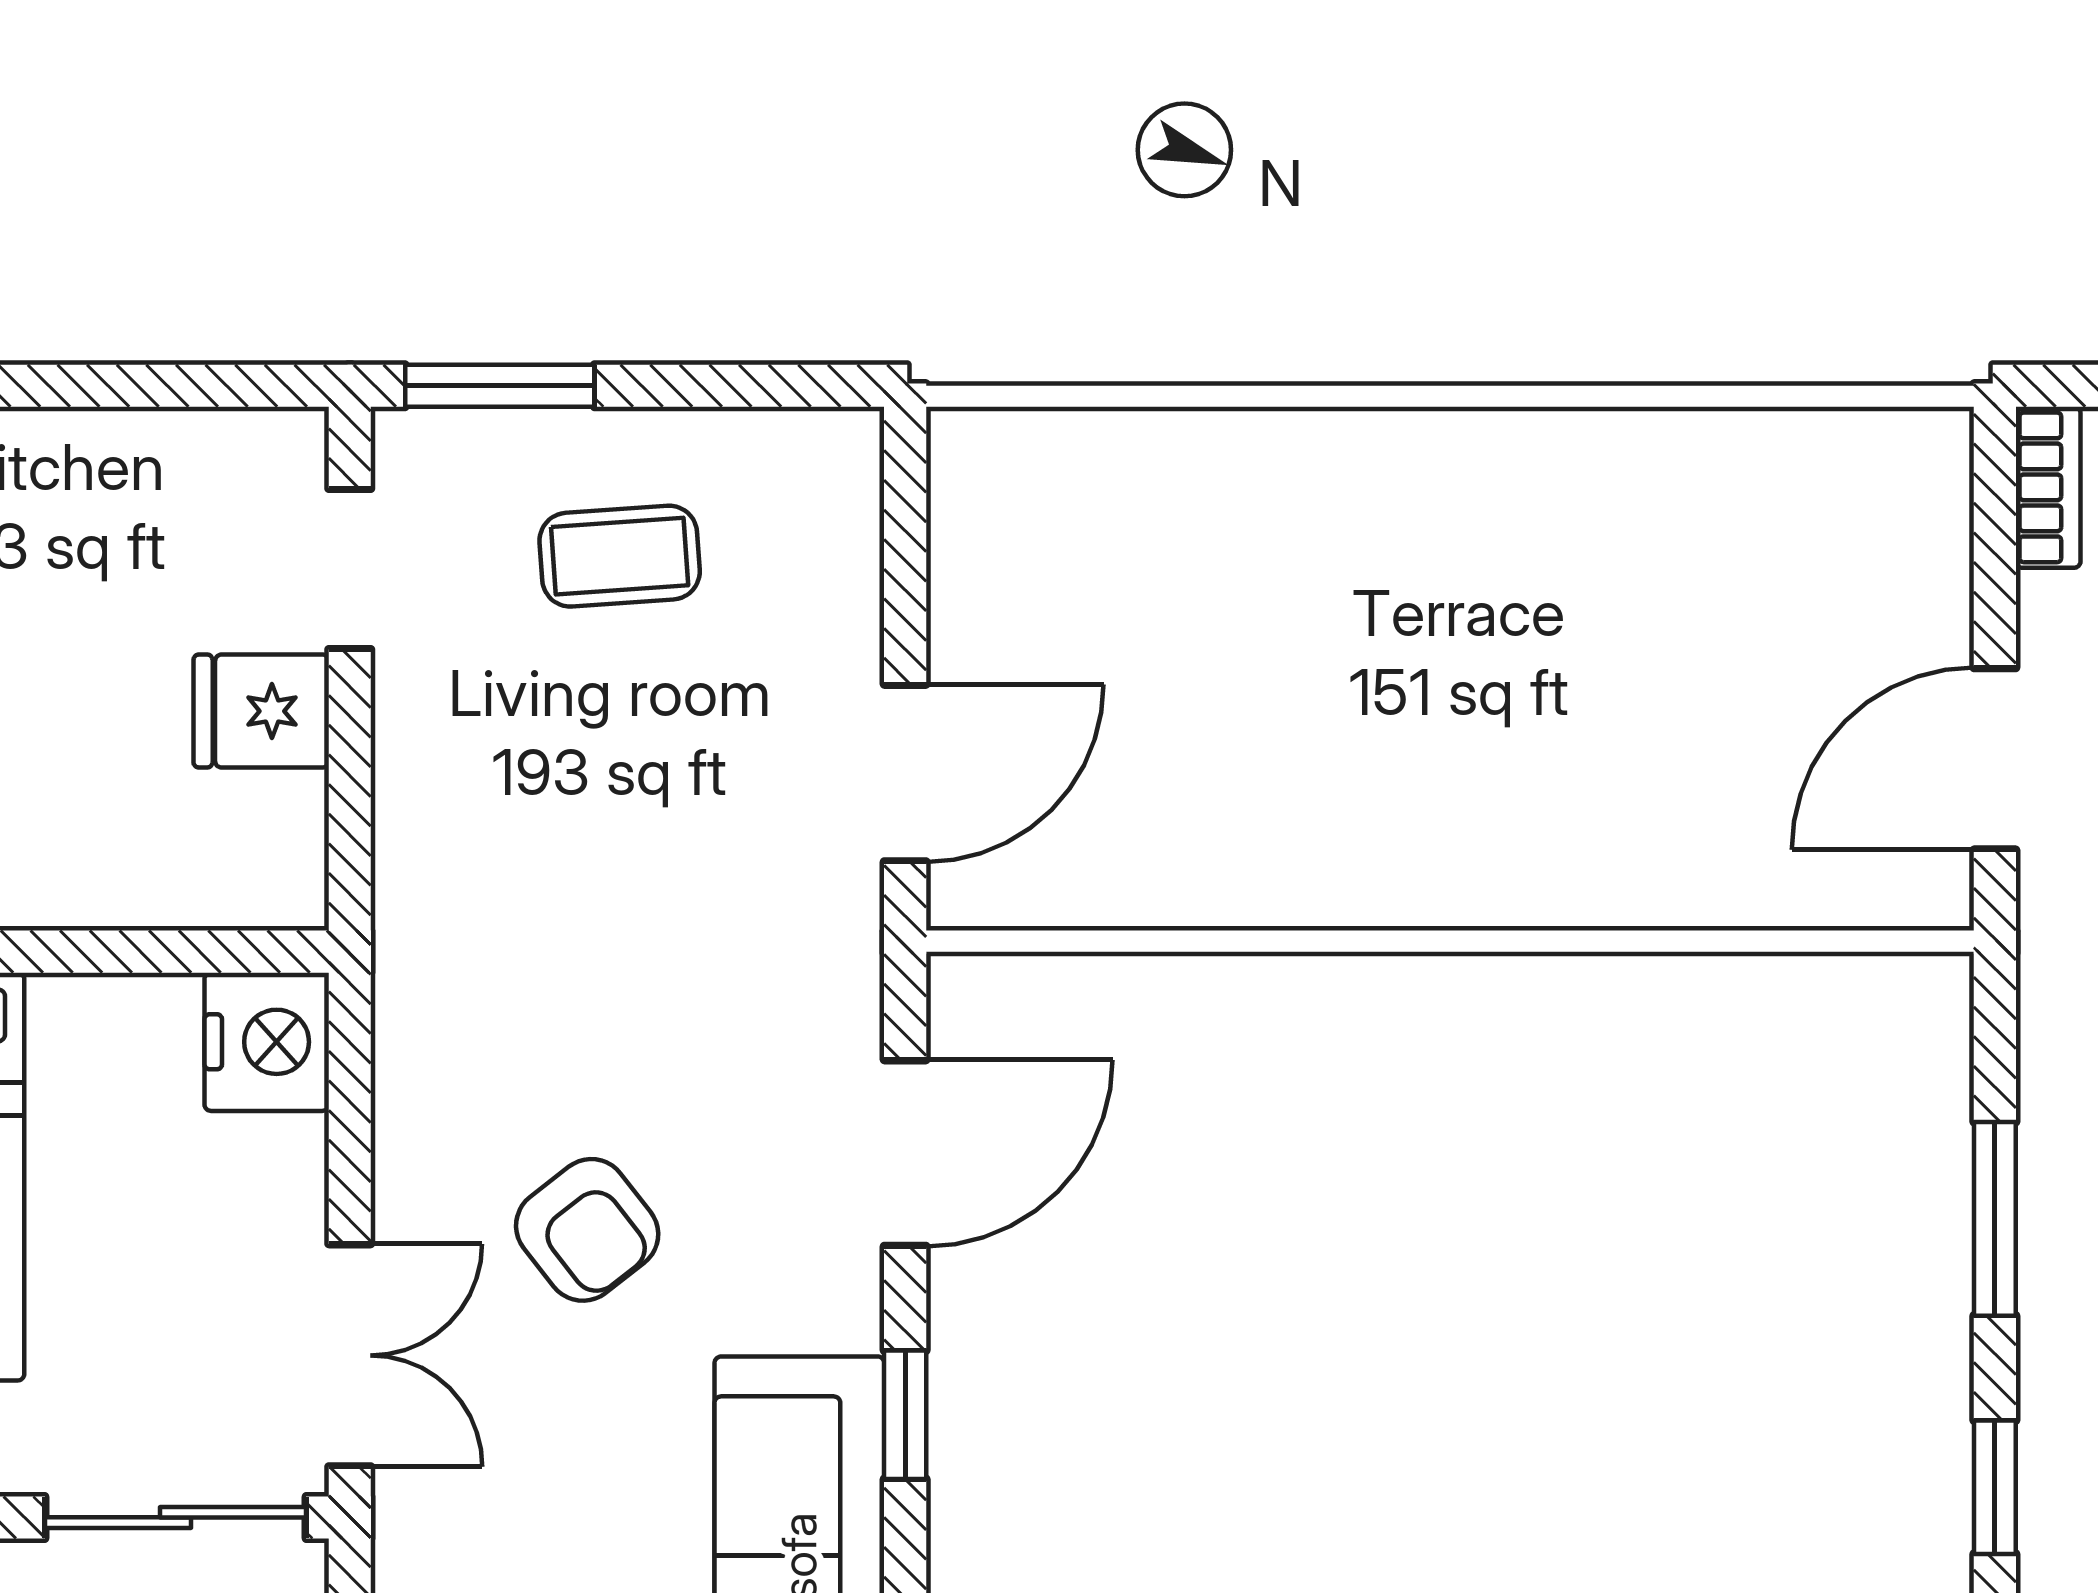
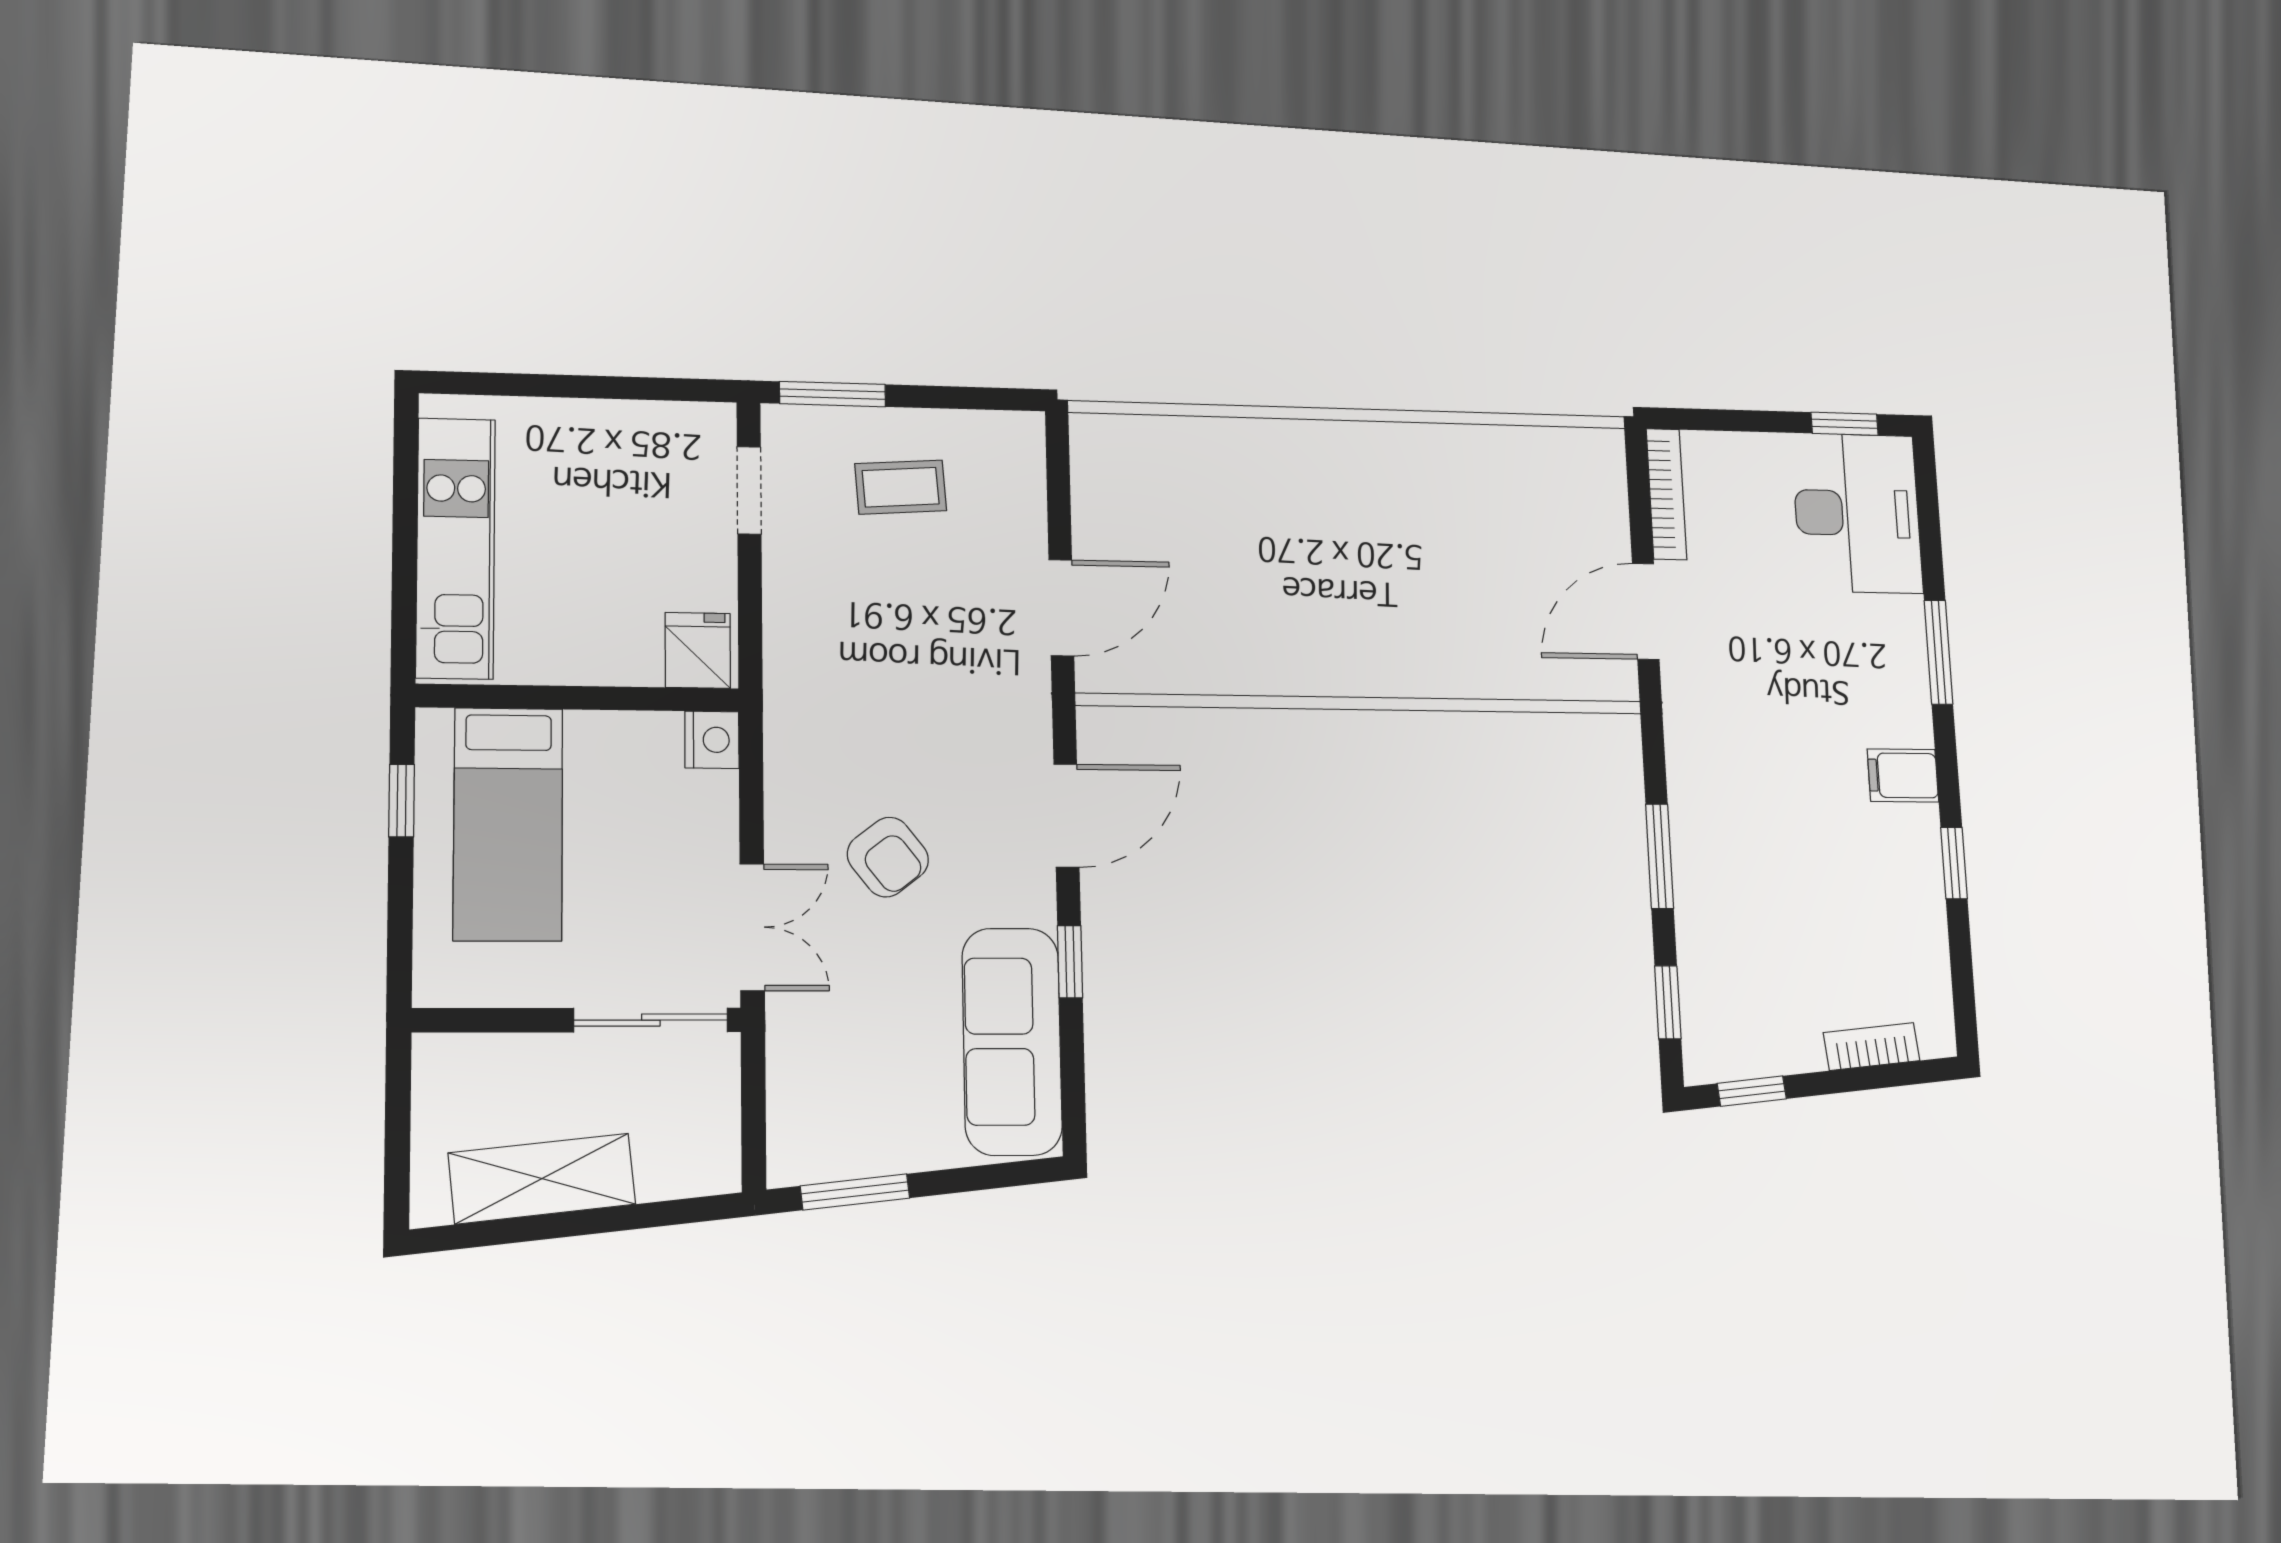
bookcase: (2048, 487) -> (1666, 494), width x1.56
fridge: (261, 711) -> (698, 650), moved, turned 90
nightstand: (267, 1042) -> (712, 740), width x0.74, depth x0.75

